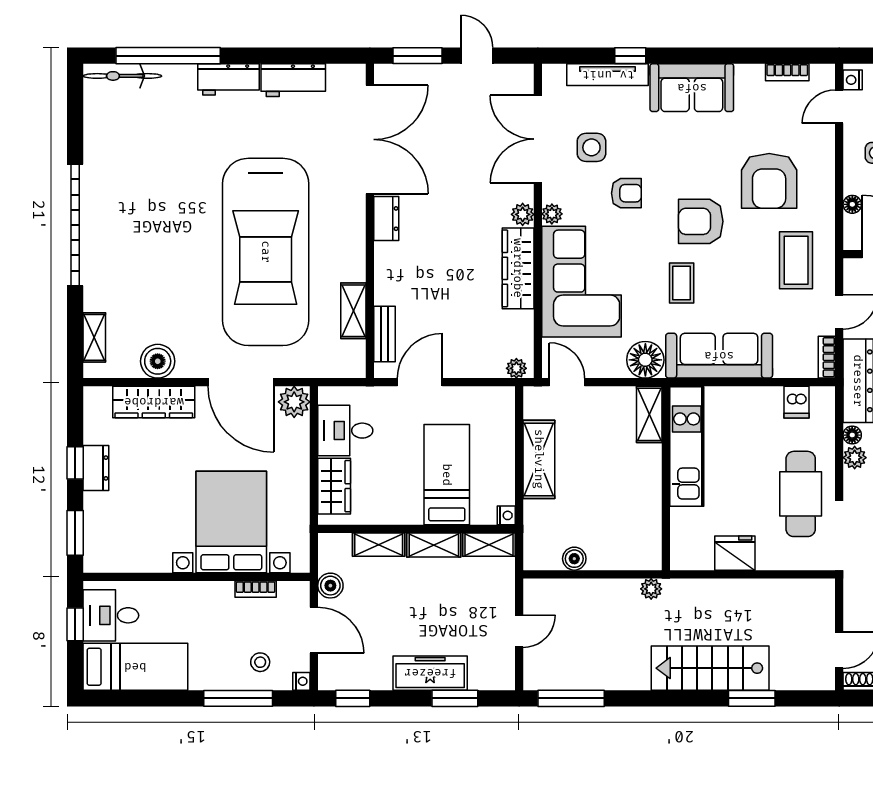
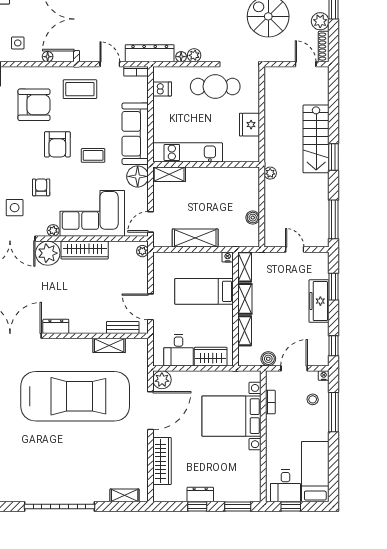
plant: (523, 214) -> (48, 253), width x1.87, depth x1.87
boiler: (158, 361) -> (138, 459), removed
window: (752, 698) -> (334, 157), moved

